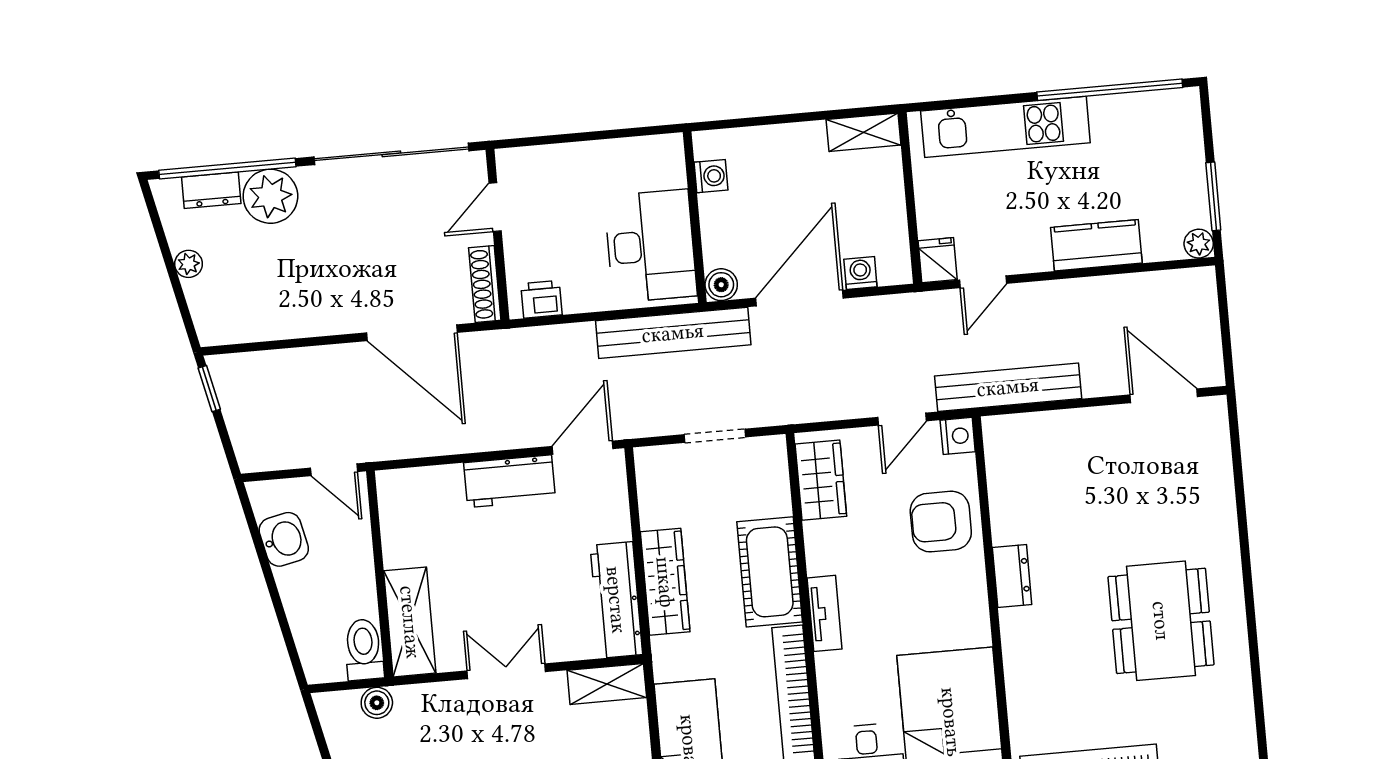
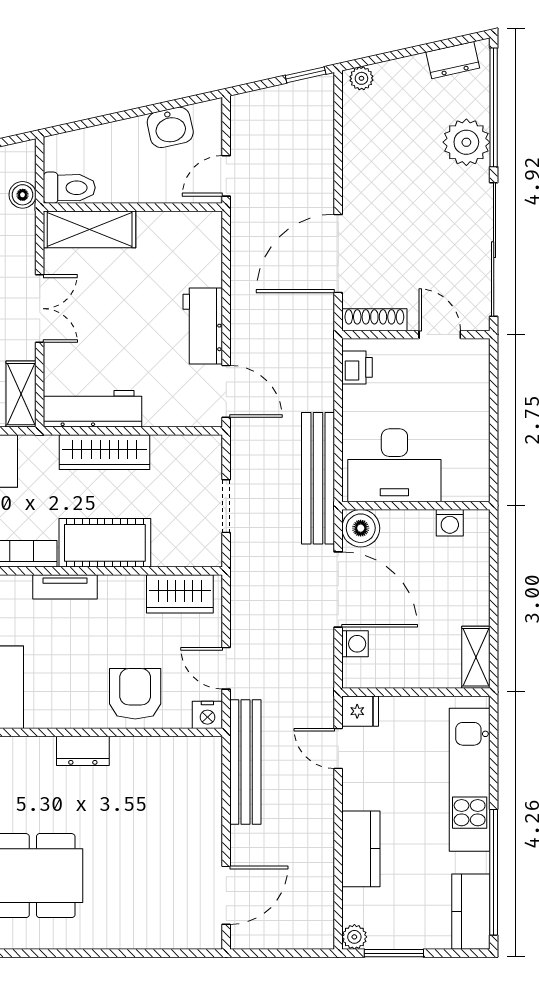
kitchen counter: (1157, 112) -> (471, 912), added
dresser: (211, 190) -> (453, 60), moved, turned -103
plant: (189, 264) -> (361, 78), moved
boiler: (721, 285) -> (361, 528), width x1.36, depth x1.36

